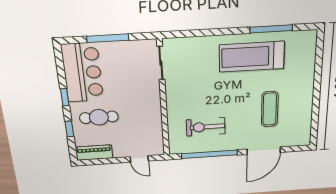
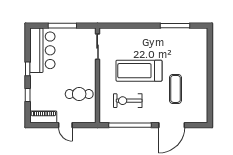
treadmill: (252, 57) -> (139, 71), moved
cafe table: (99, 117) -> (79, 94), moved
door: (139, 159) -> (65, 125), moved

